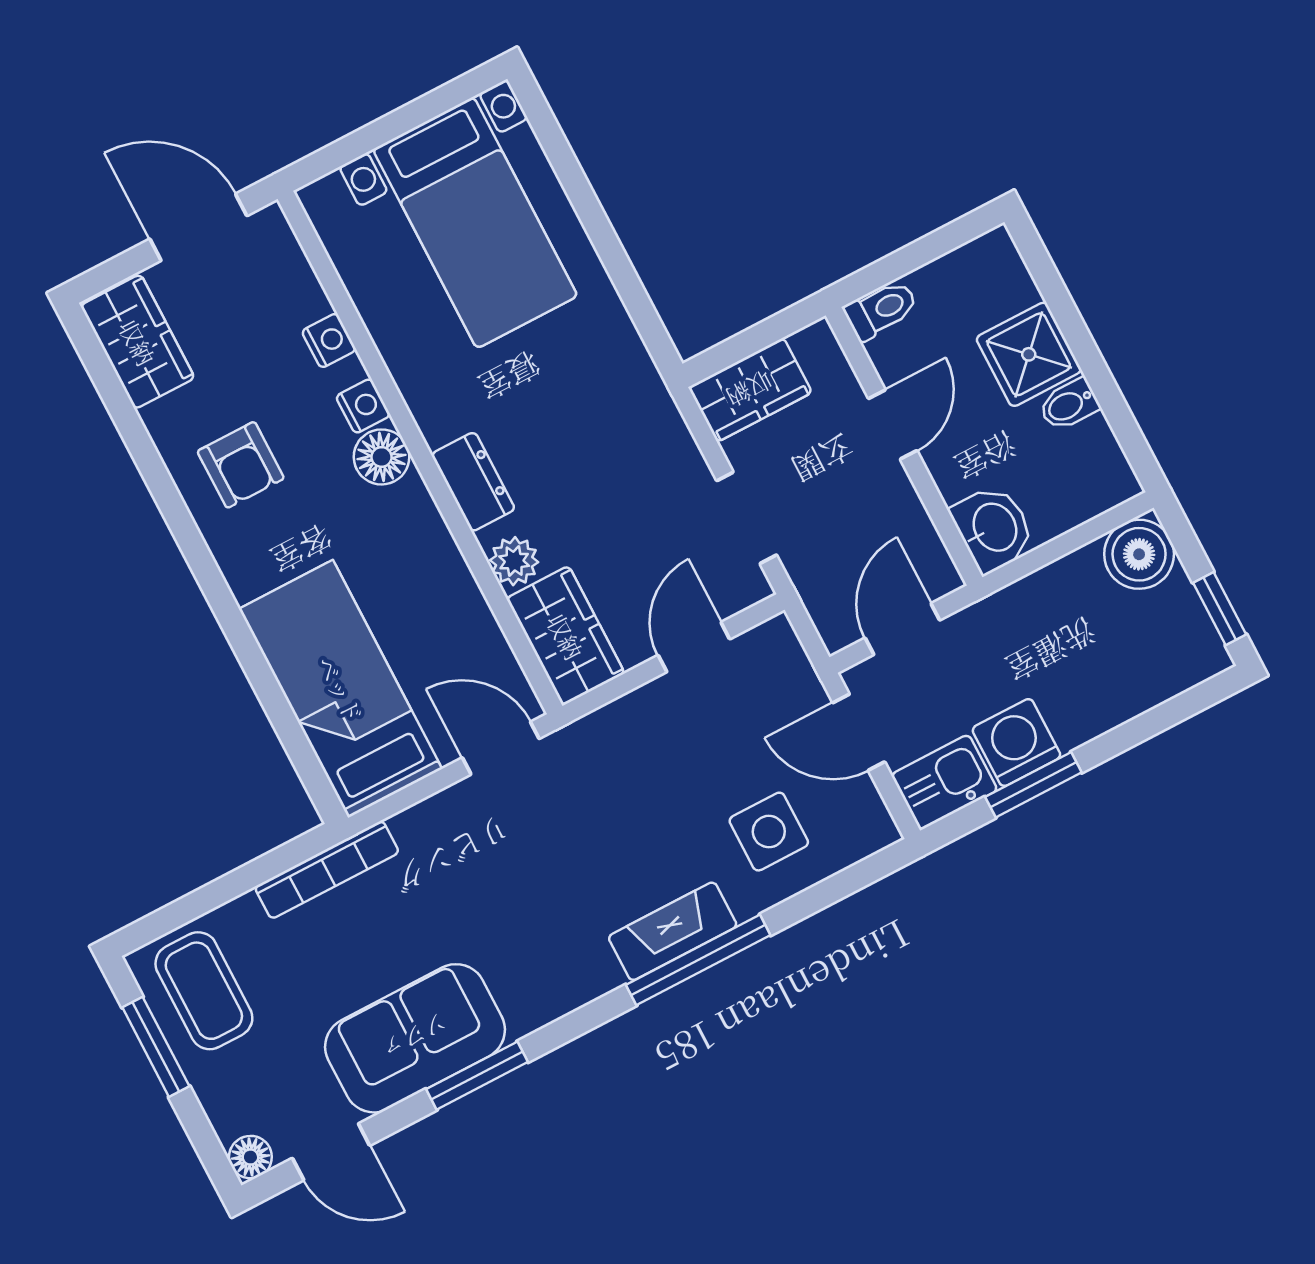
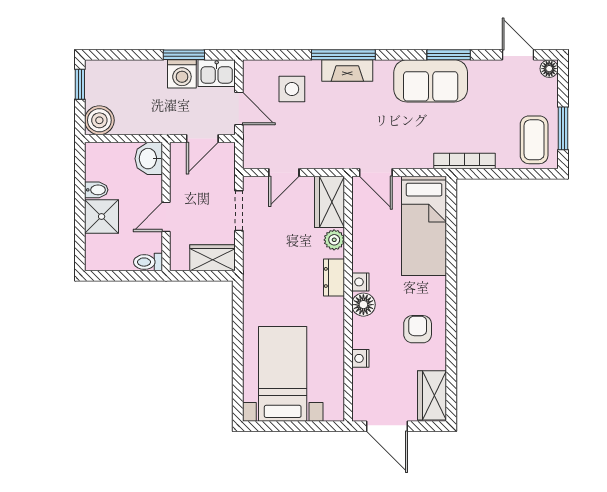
nightstand: (363, 406) -> (360, 282), moved
sofa: (415, 1038) -> (431, 81), moved

